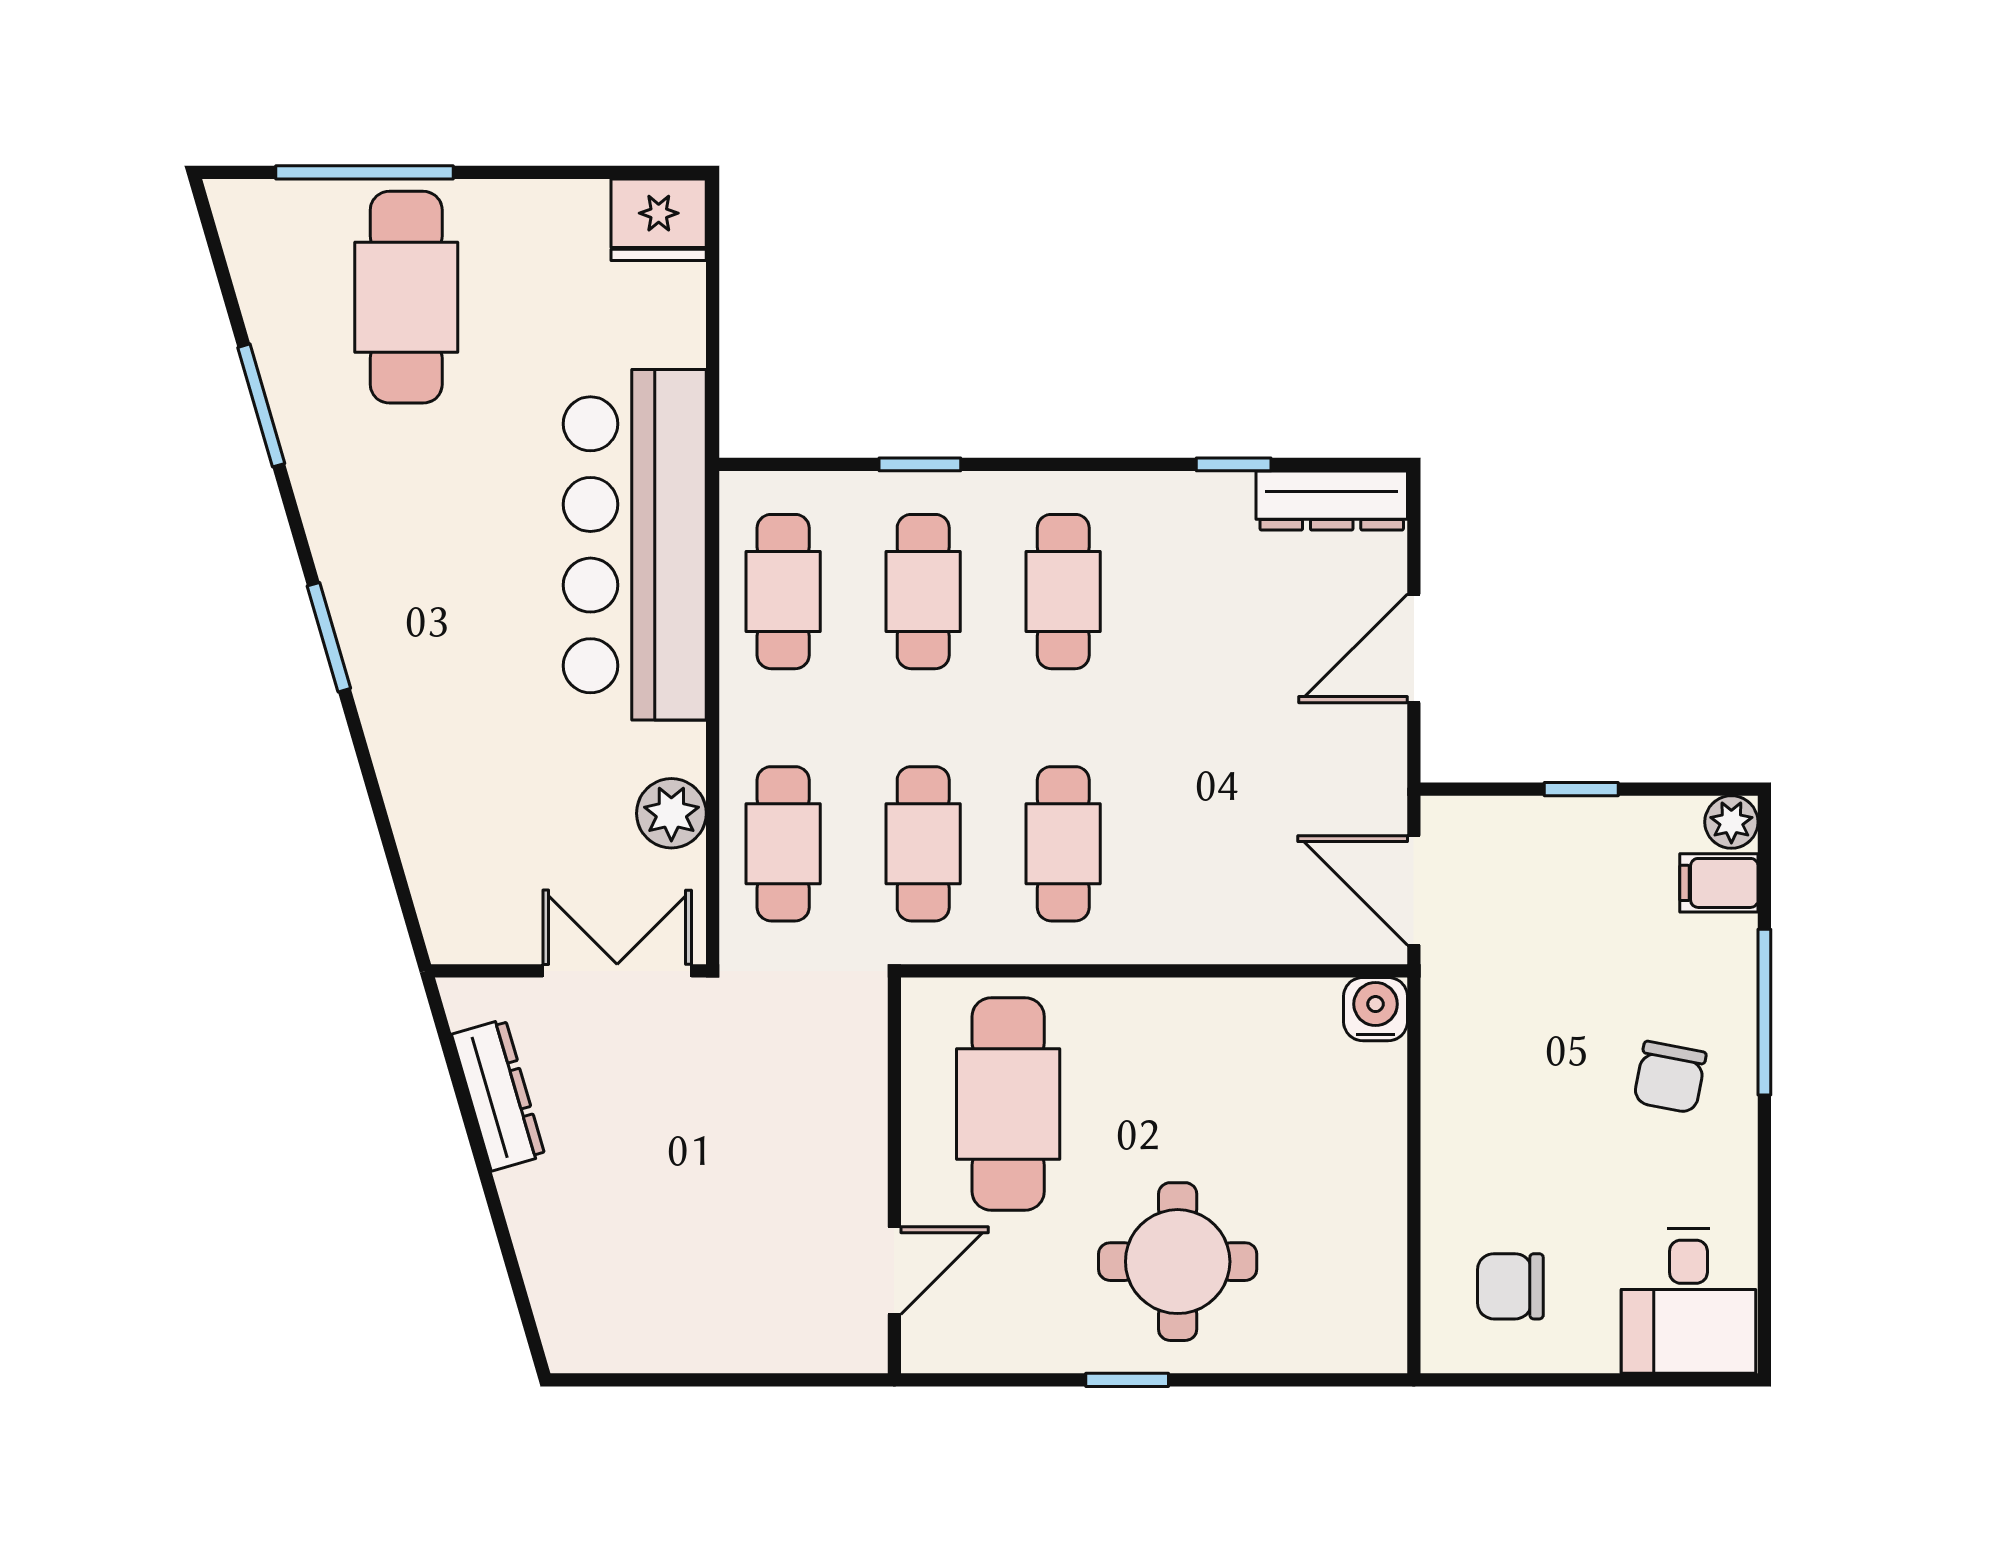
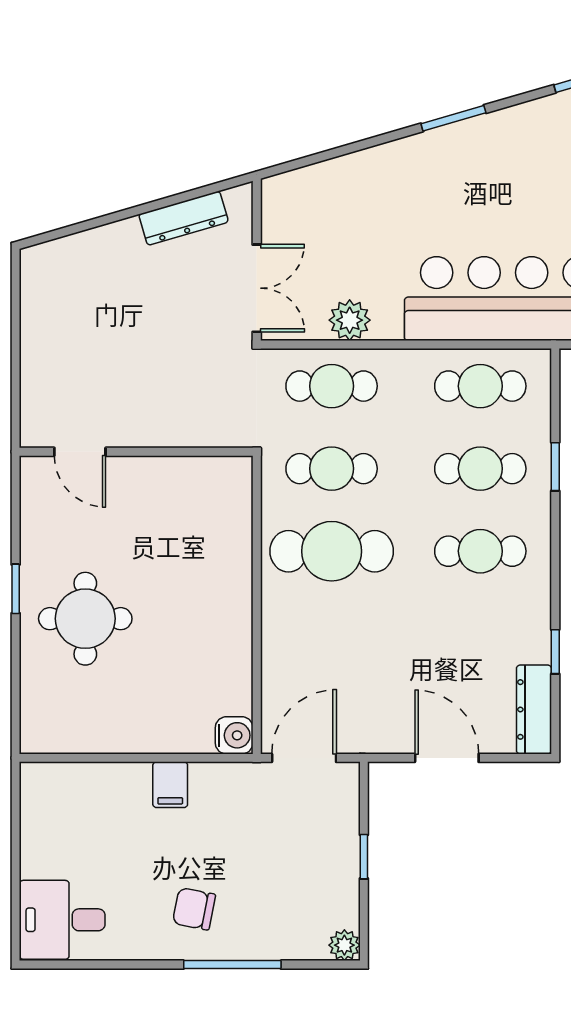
cafe table: (1063, 844) -> (332, 551), width x1.37, depth x1.35
filing cabinet: (1719, 883) -> (170, 785), moved, turned 180
cafe table: (1008, 1104) -> (178, 519), removed
chair: (1510, 1286) -> (71, 815), removed

